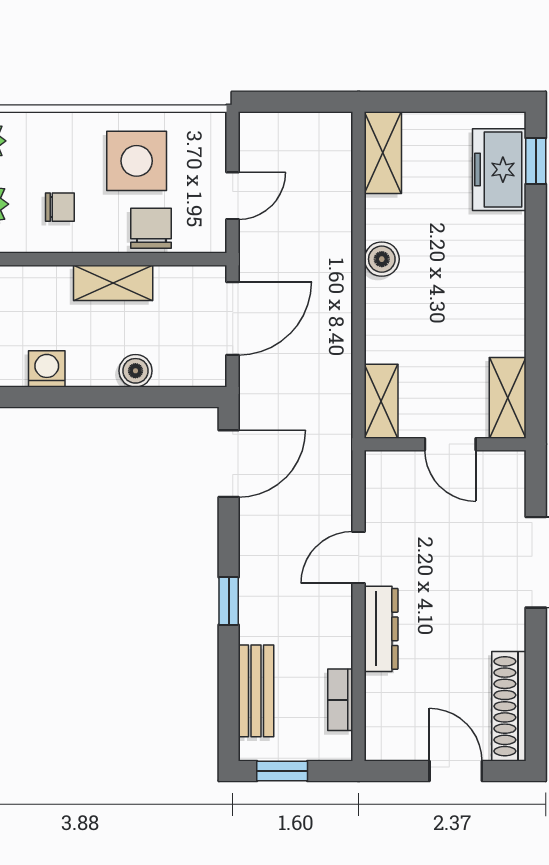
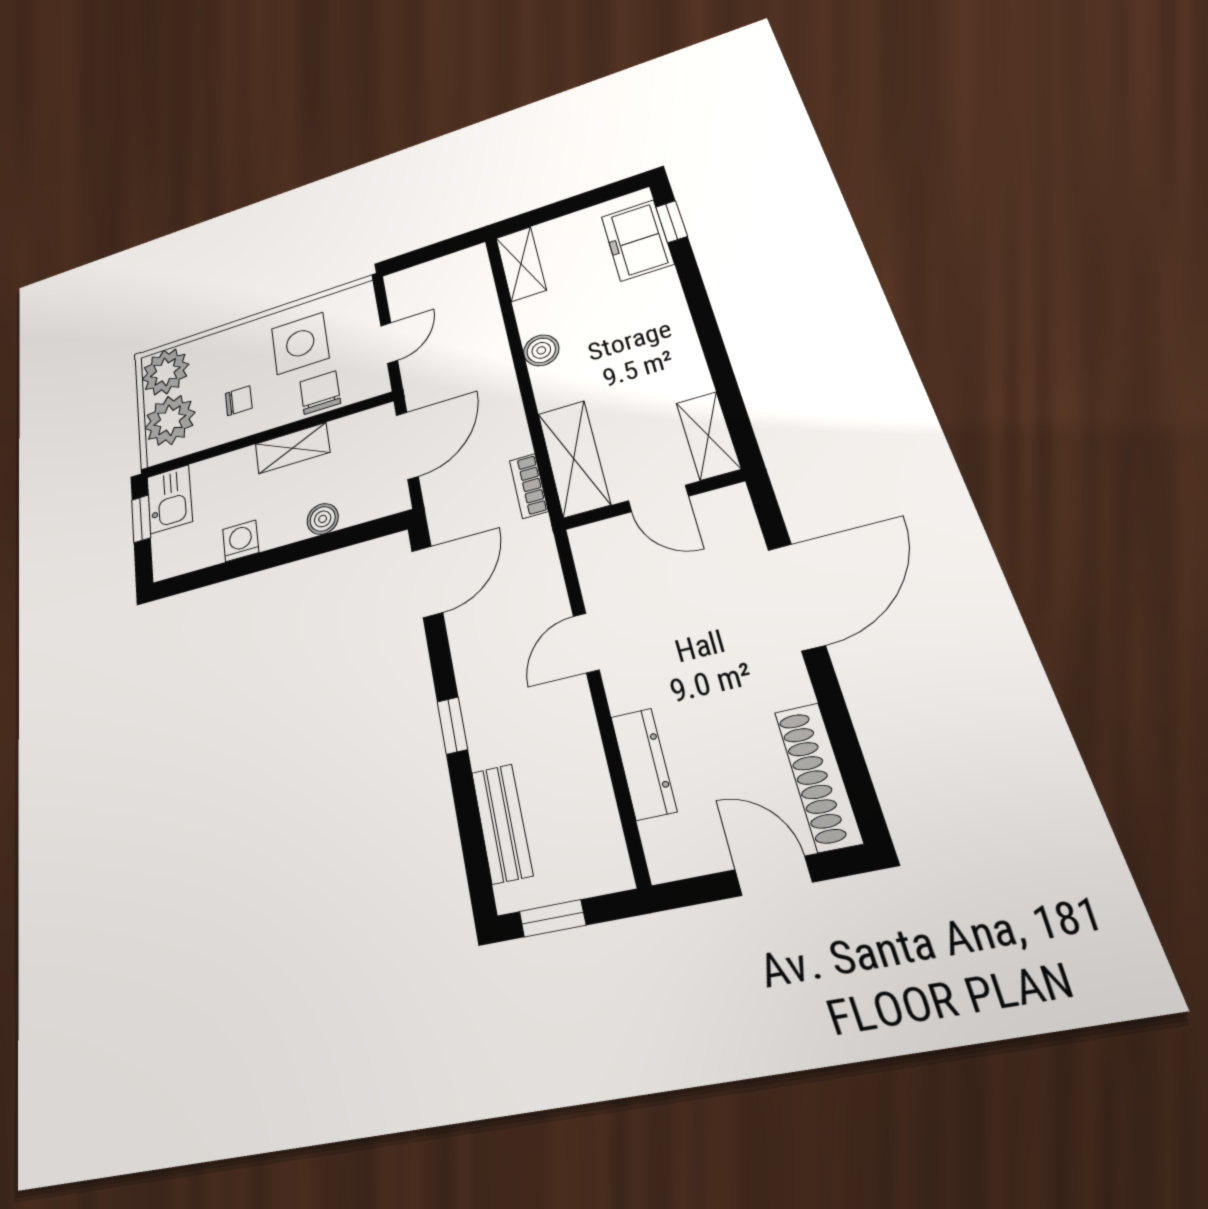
shelving: (381, 401) -> (574, 458), width x1.50, depth x1.33
dresser: (381, 629) -> (644, 764), moved
bookcase: (340, 700) -> (529, 486), moved

